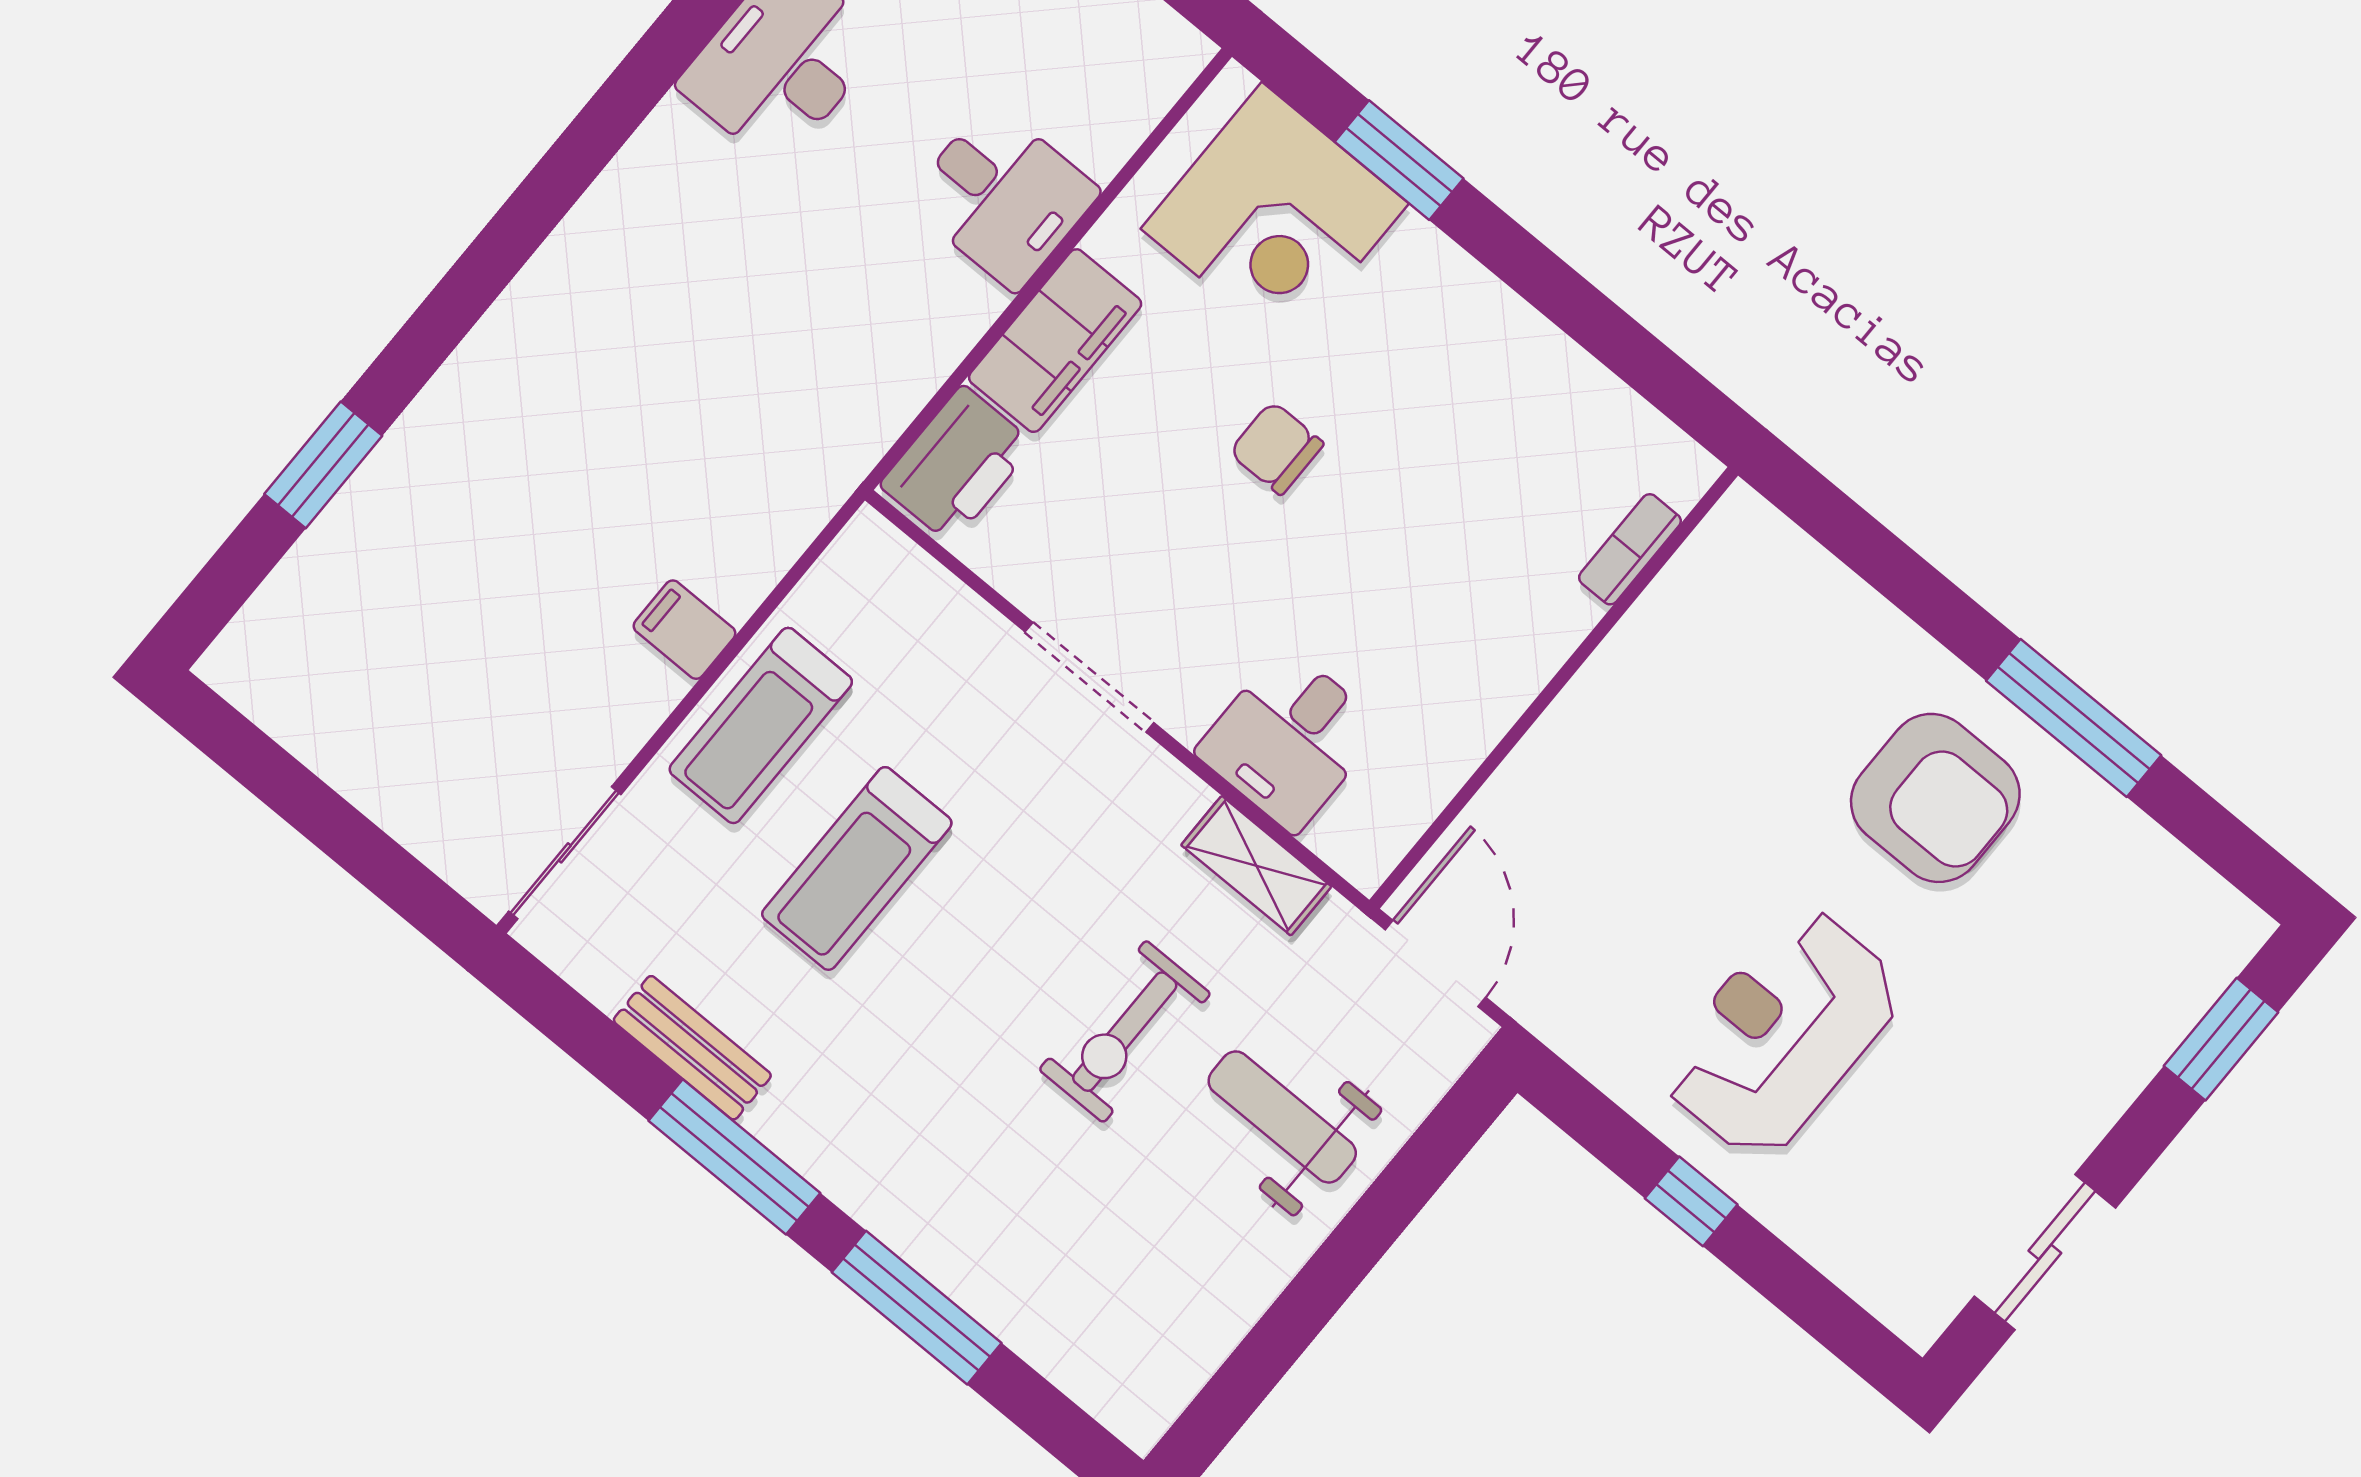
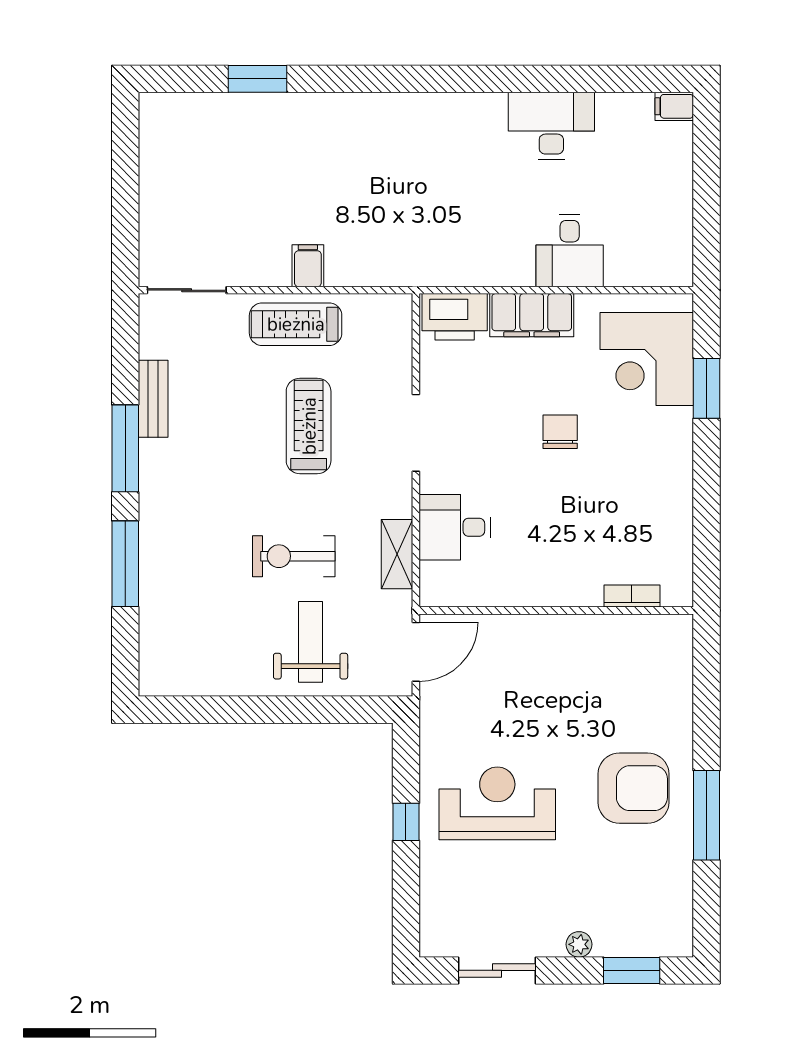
armchair: (1935, 798) -> (634, 788), turned -90
treadmill: (857, 869) -> (309, 426), moved, turned 90
plant: (2111, 1088) -> (579, 944), added

